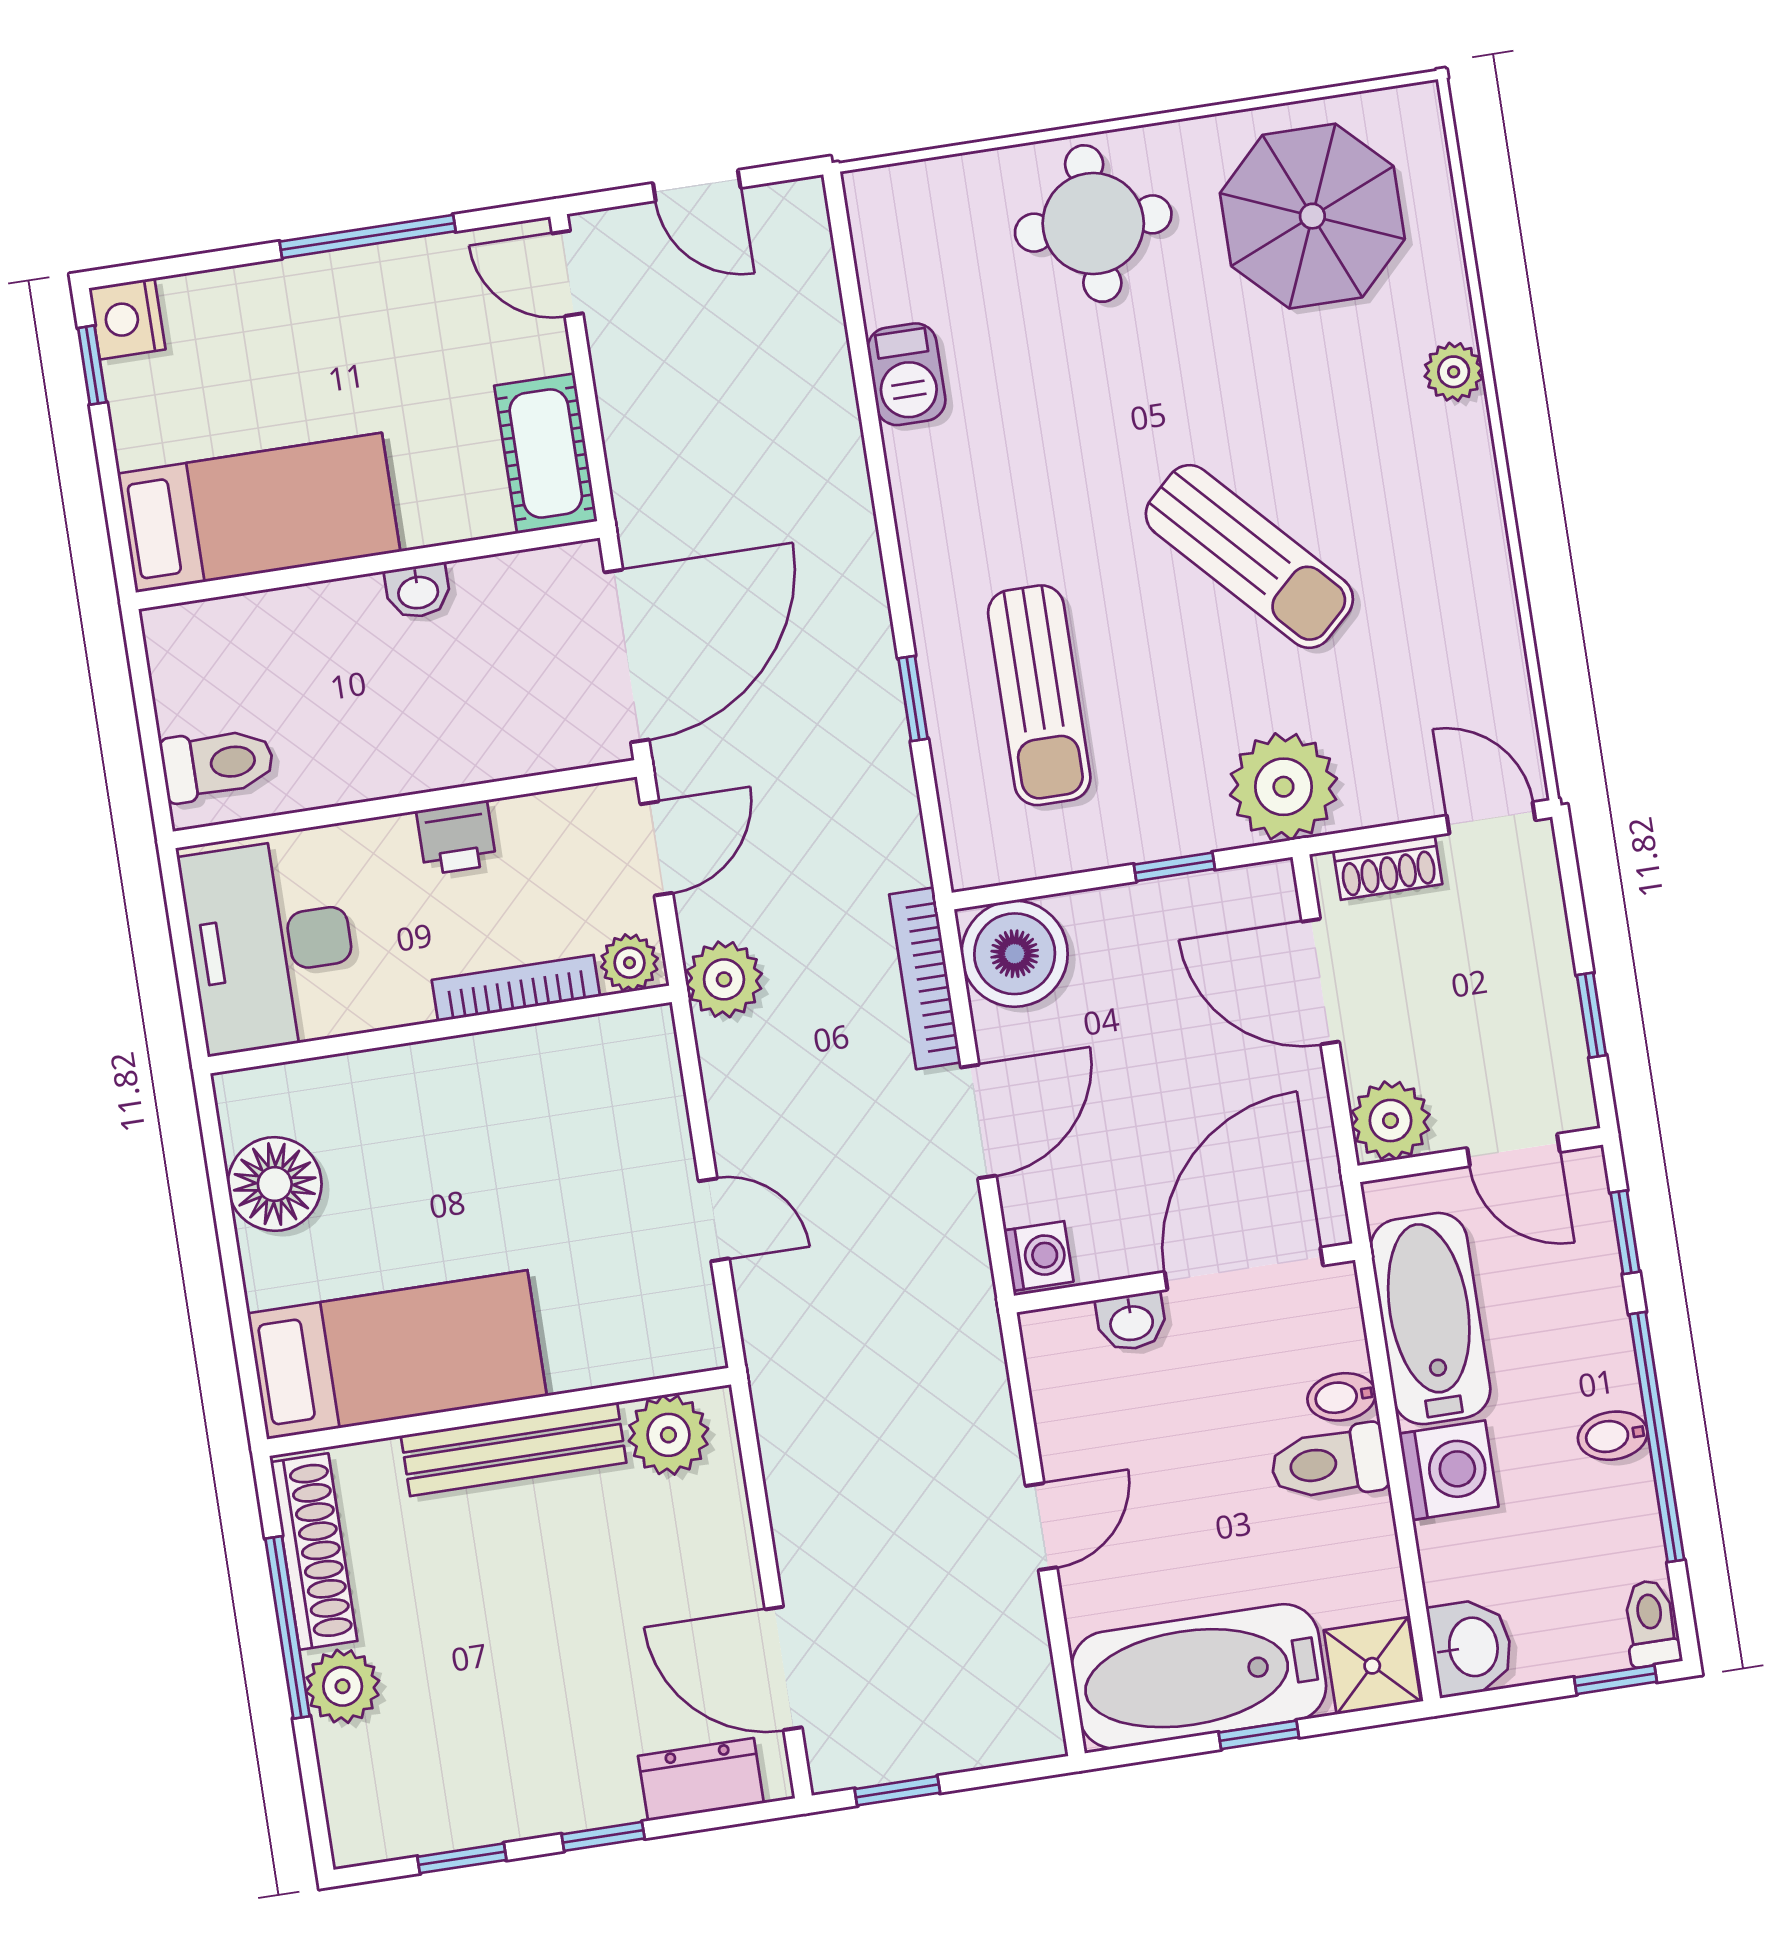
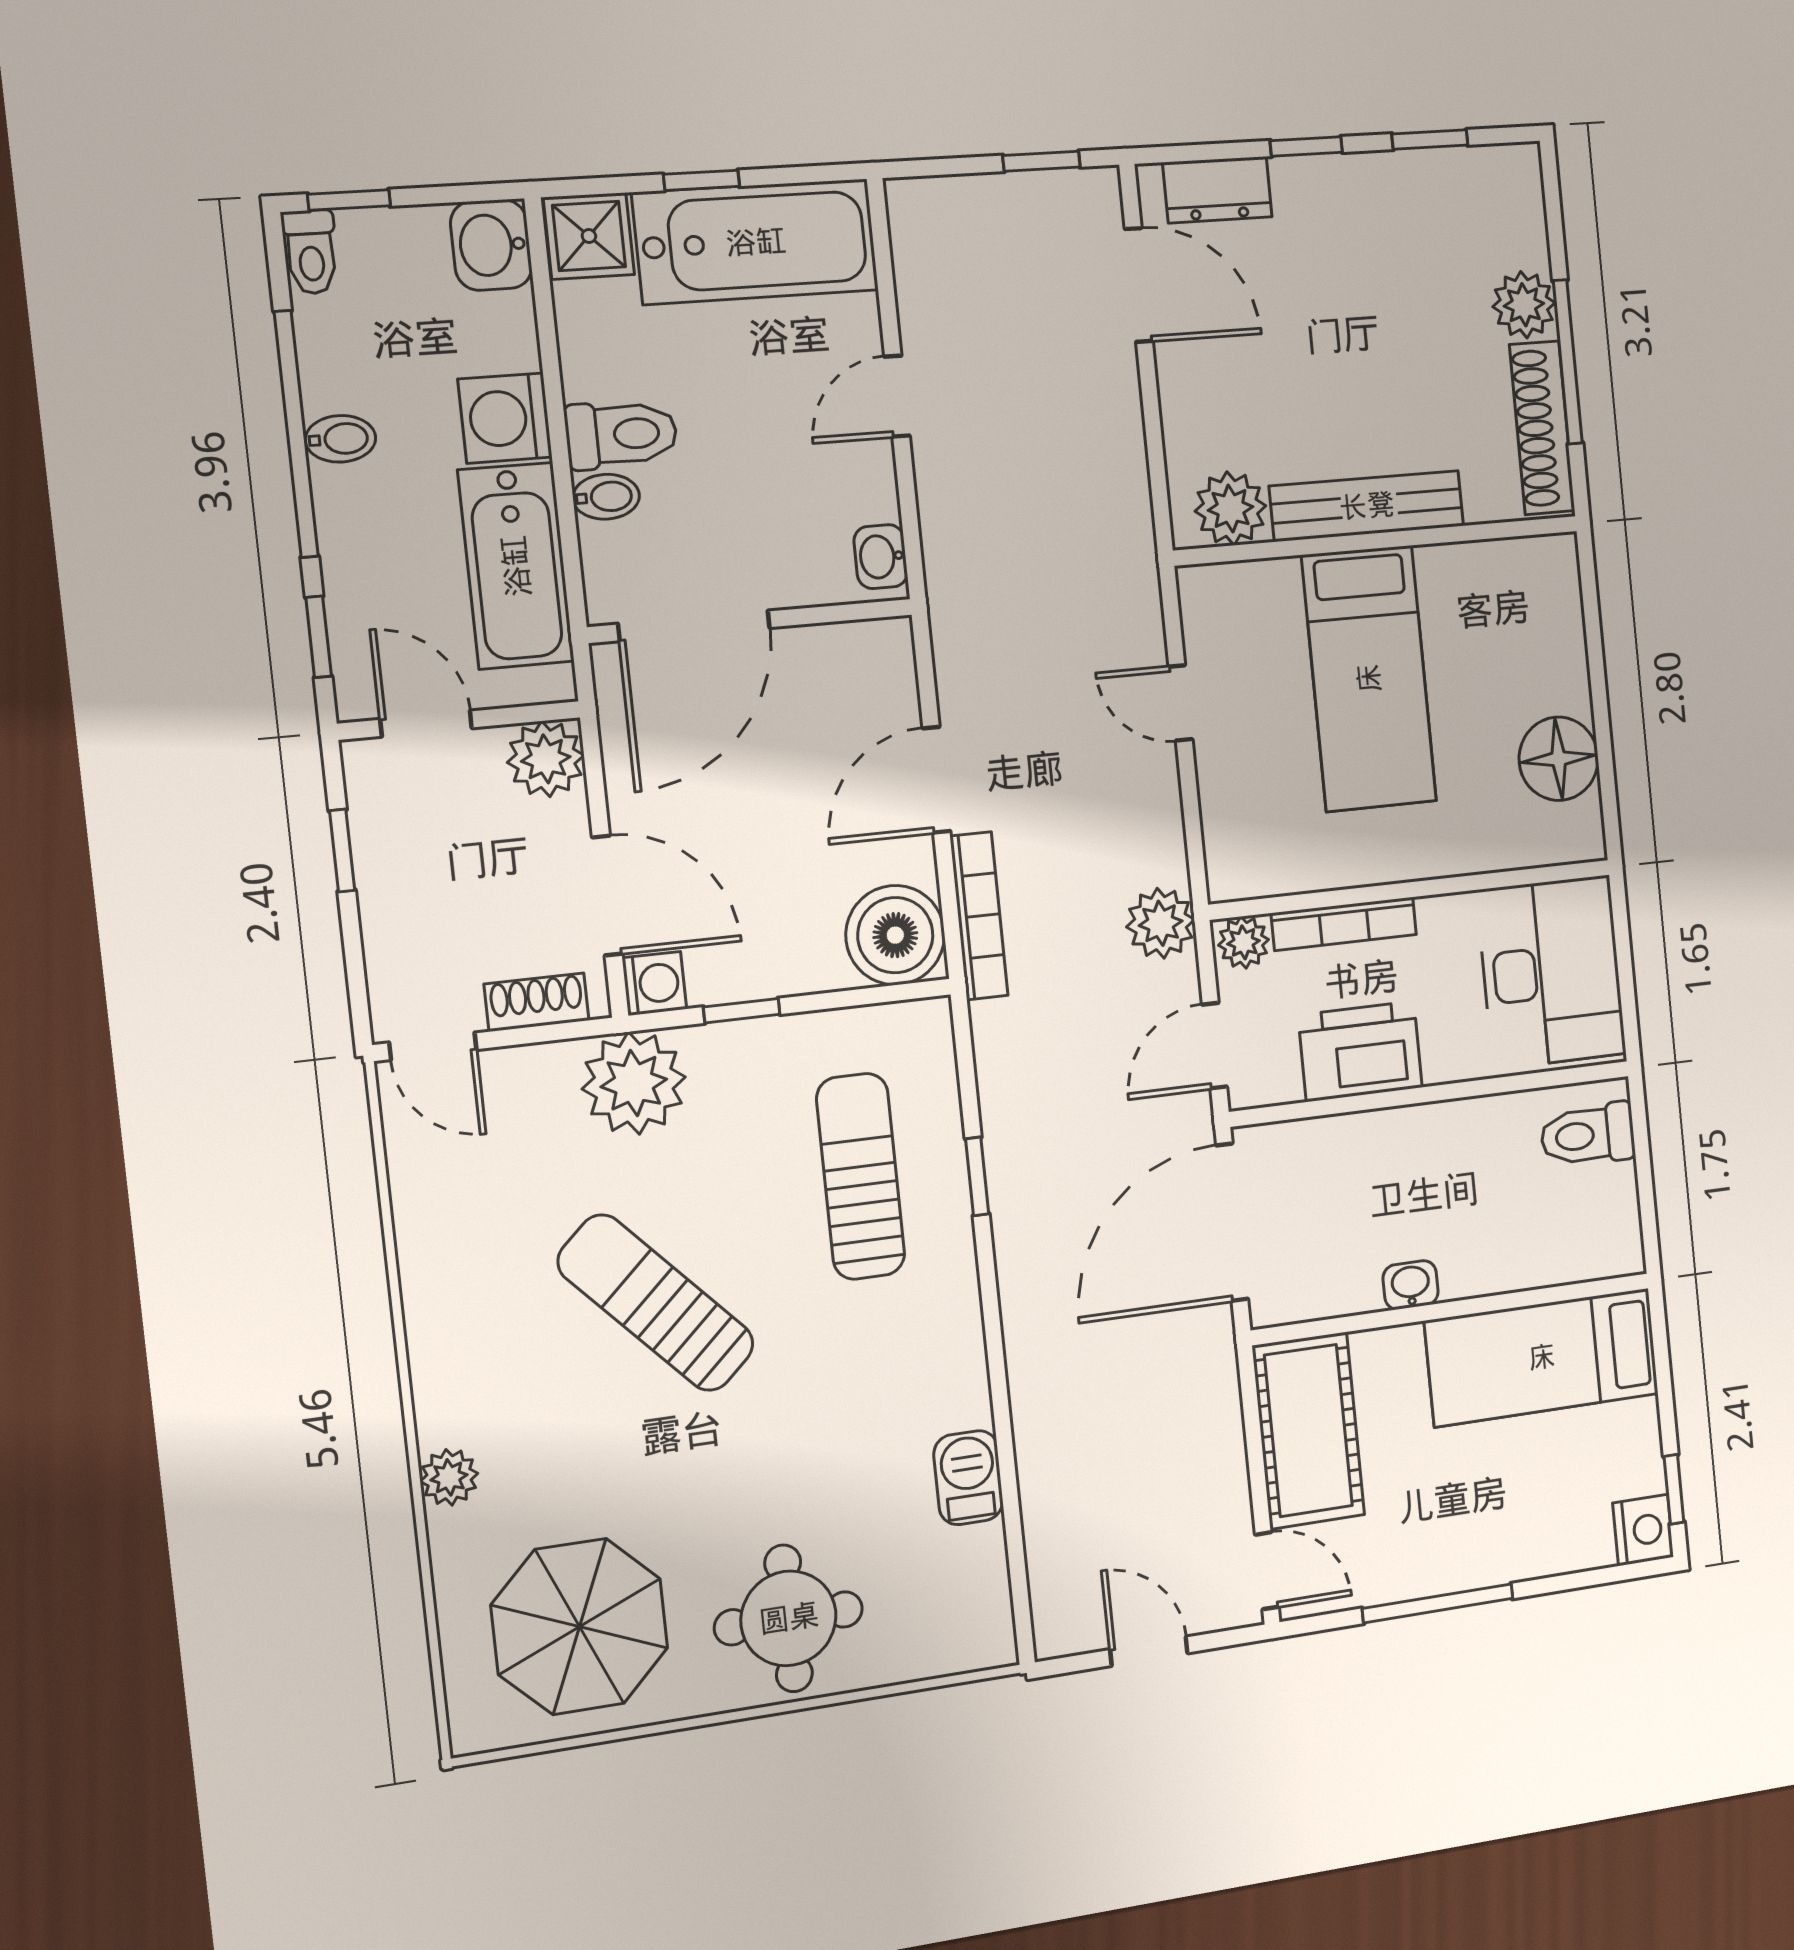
cot: (546, 453) -> (1308, 1430), width x1.37, depth x1.34
printer: (456, 838) -> (1360, 1051), width x1.87, depth x1.48
washing machine: (1039, 1256) -> (654, 983), moved, turned 180
washbasin: (1131, 1322) -> (881, 557), moved, turned -90
bed: (397, 1355) -> (1369, 678), moved, turned -90

